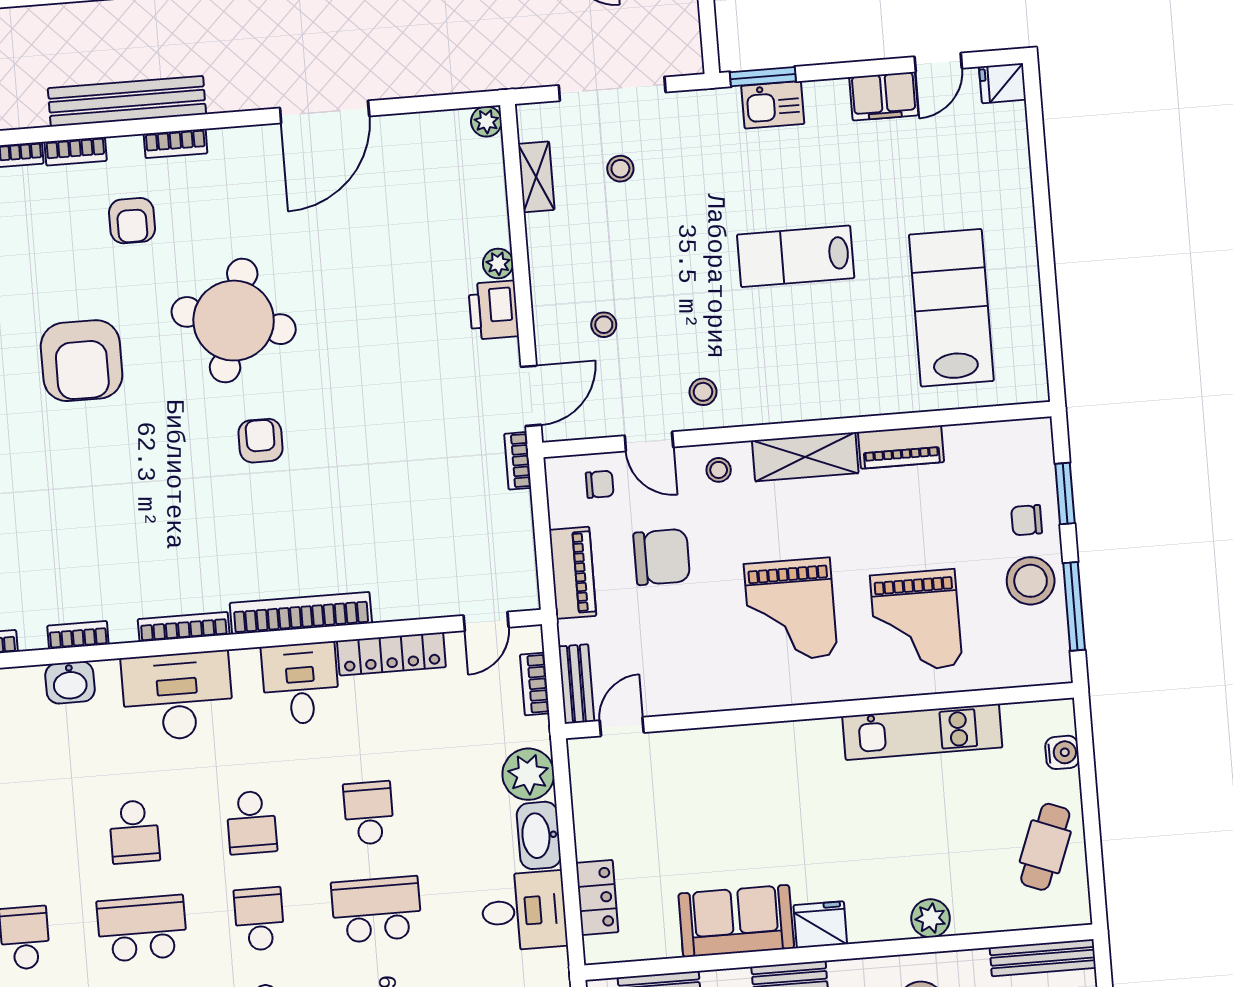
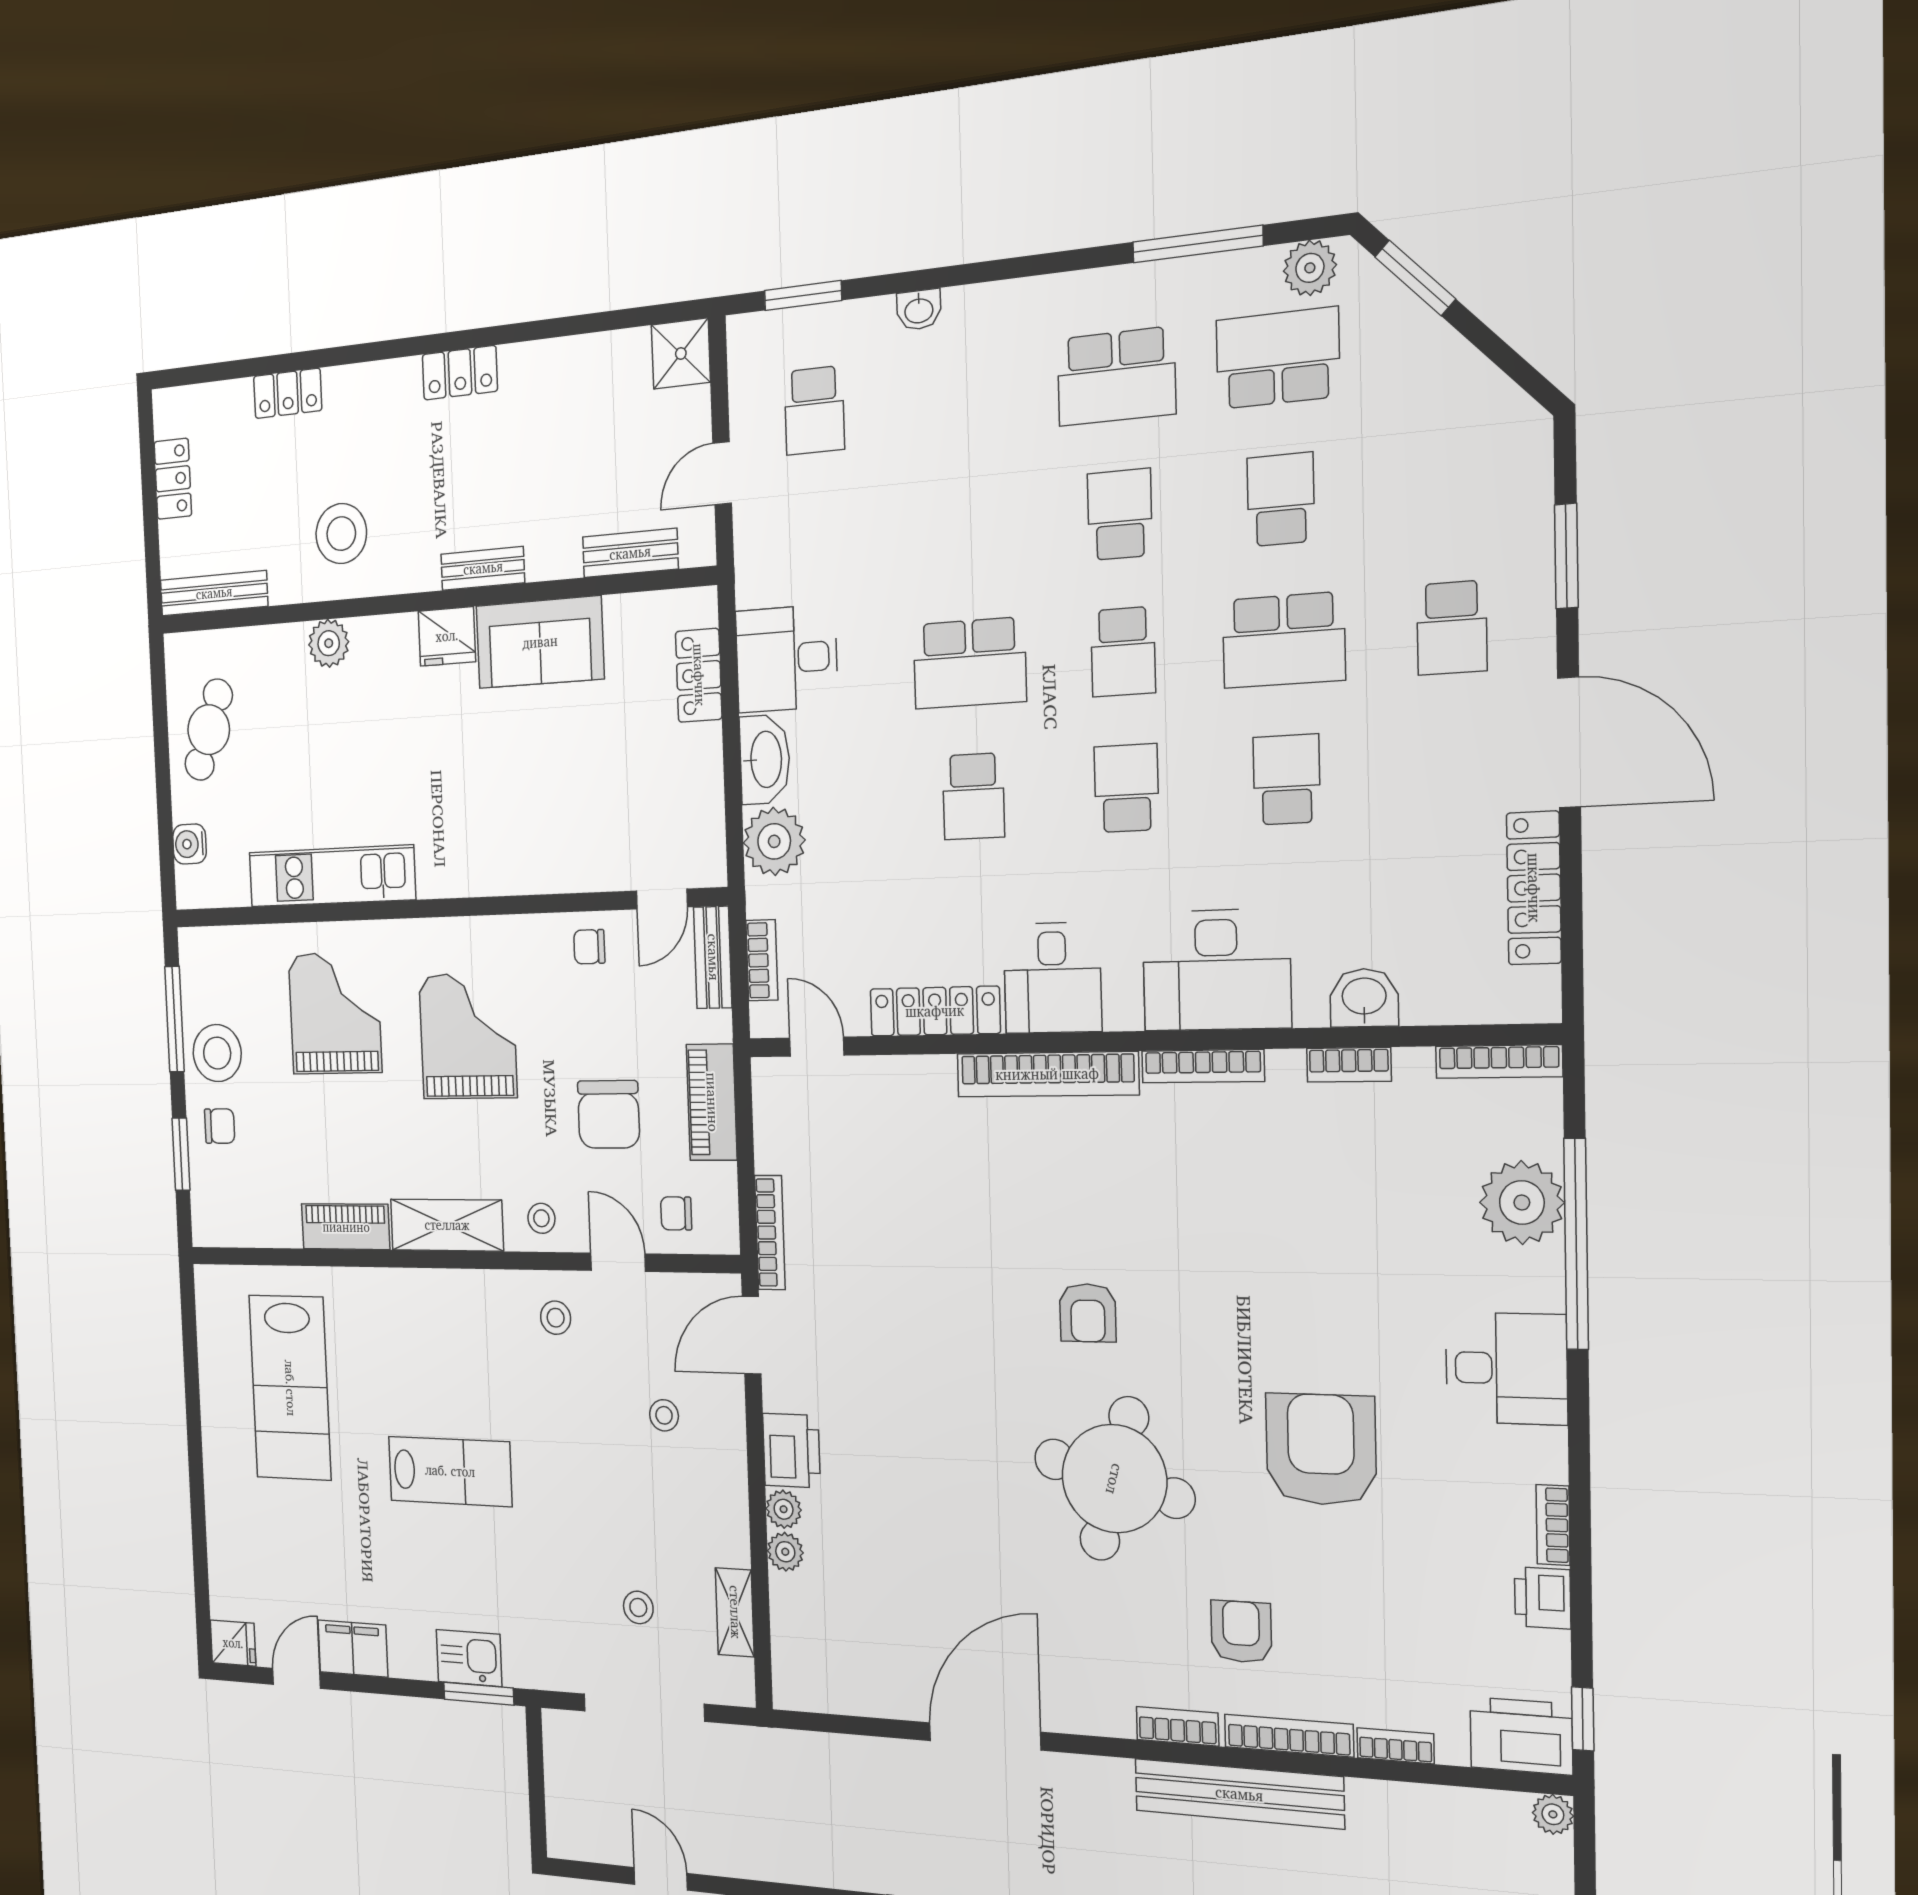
plant: (486, 121) -> (785, 1552), moved
bookcase: (76, 151) -> (1289, 1736), width x1.56
bookcase: (518, 461) -> (770, 1233), width x1.56
chair: (662, 557) -> (609, 1114), turned -90
door: (486, 621) -> (817, 1047), hinge flipped
chair: (684, 687) -> (589, 947), added

